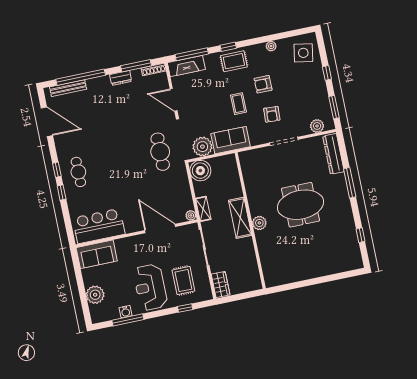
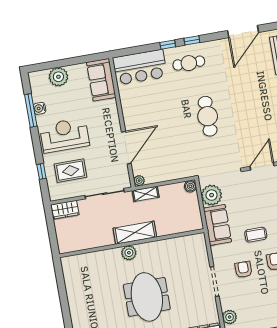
armchair: (272, 114) -> (243, 270), turned 87
cafe table: (160, 152) -> (208, 116), moved, turned 90
boiler: (200, 171) -> (190, 186), width x0.54, depth x0.54
bar counter: (99, 226) -> (140, 67), moved, turned 90

